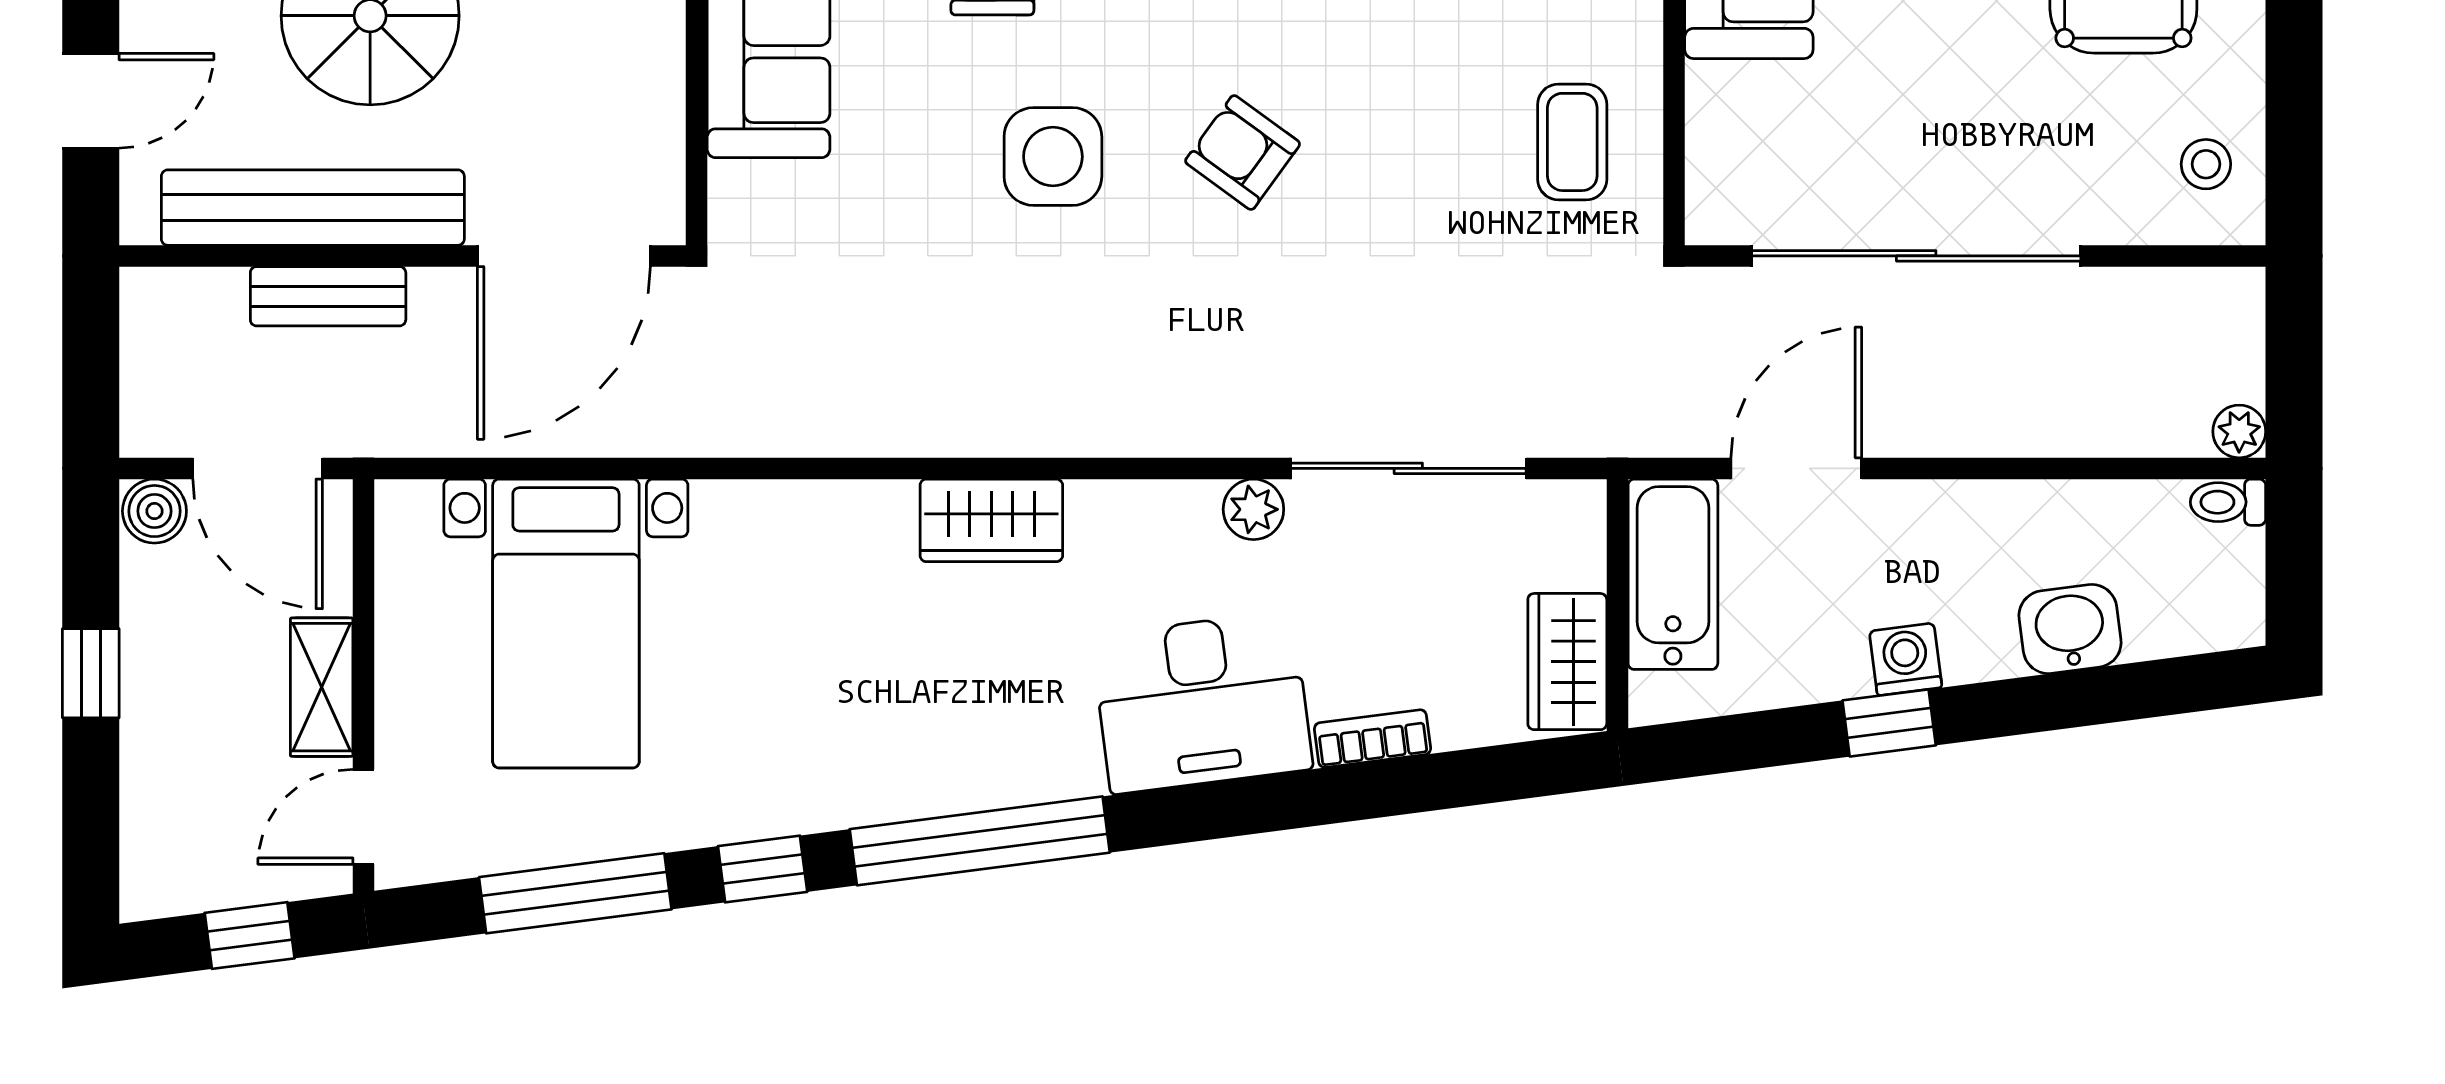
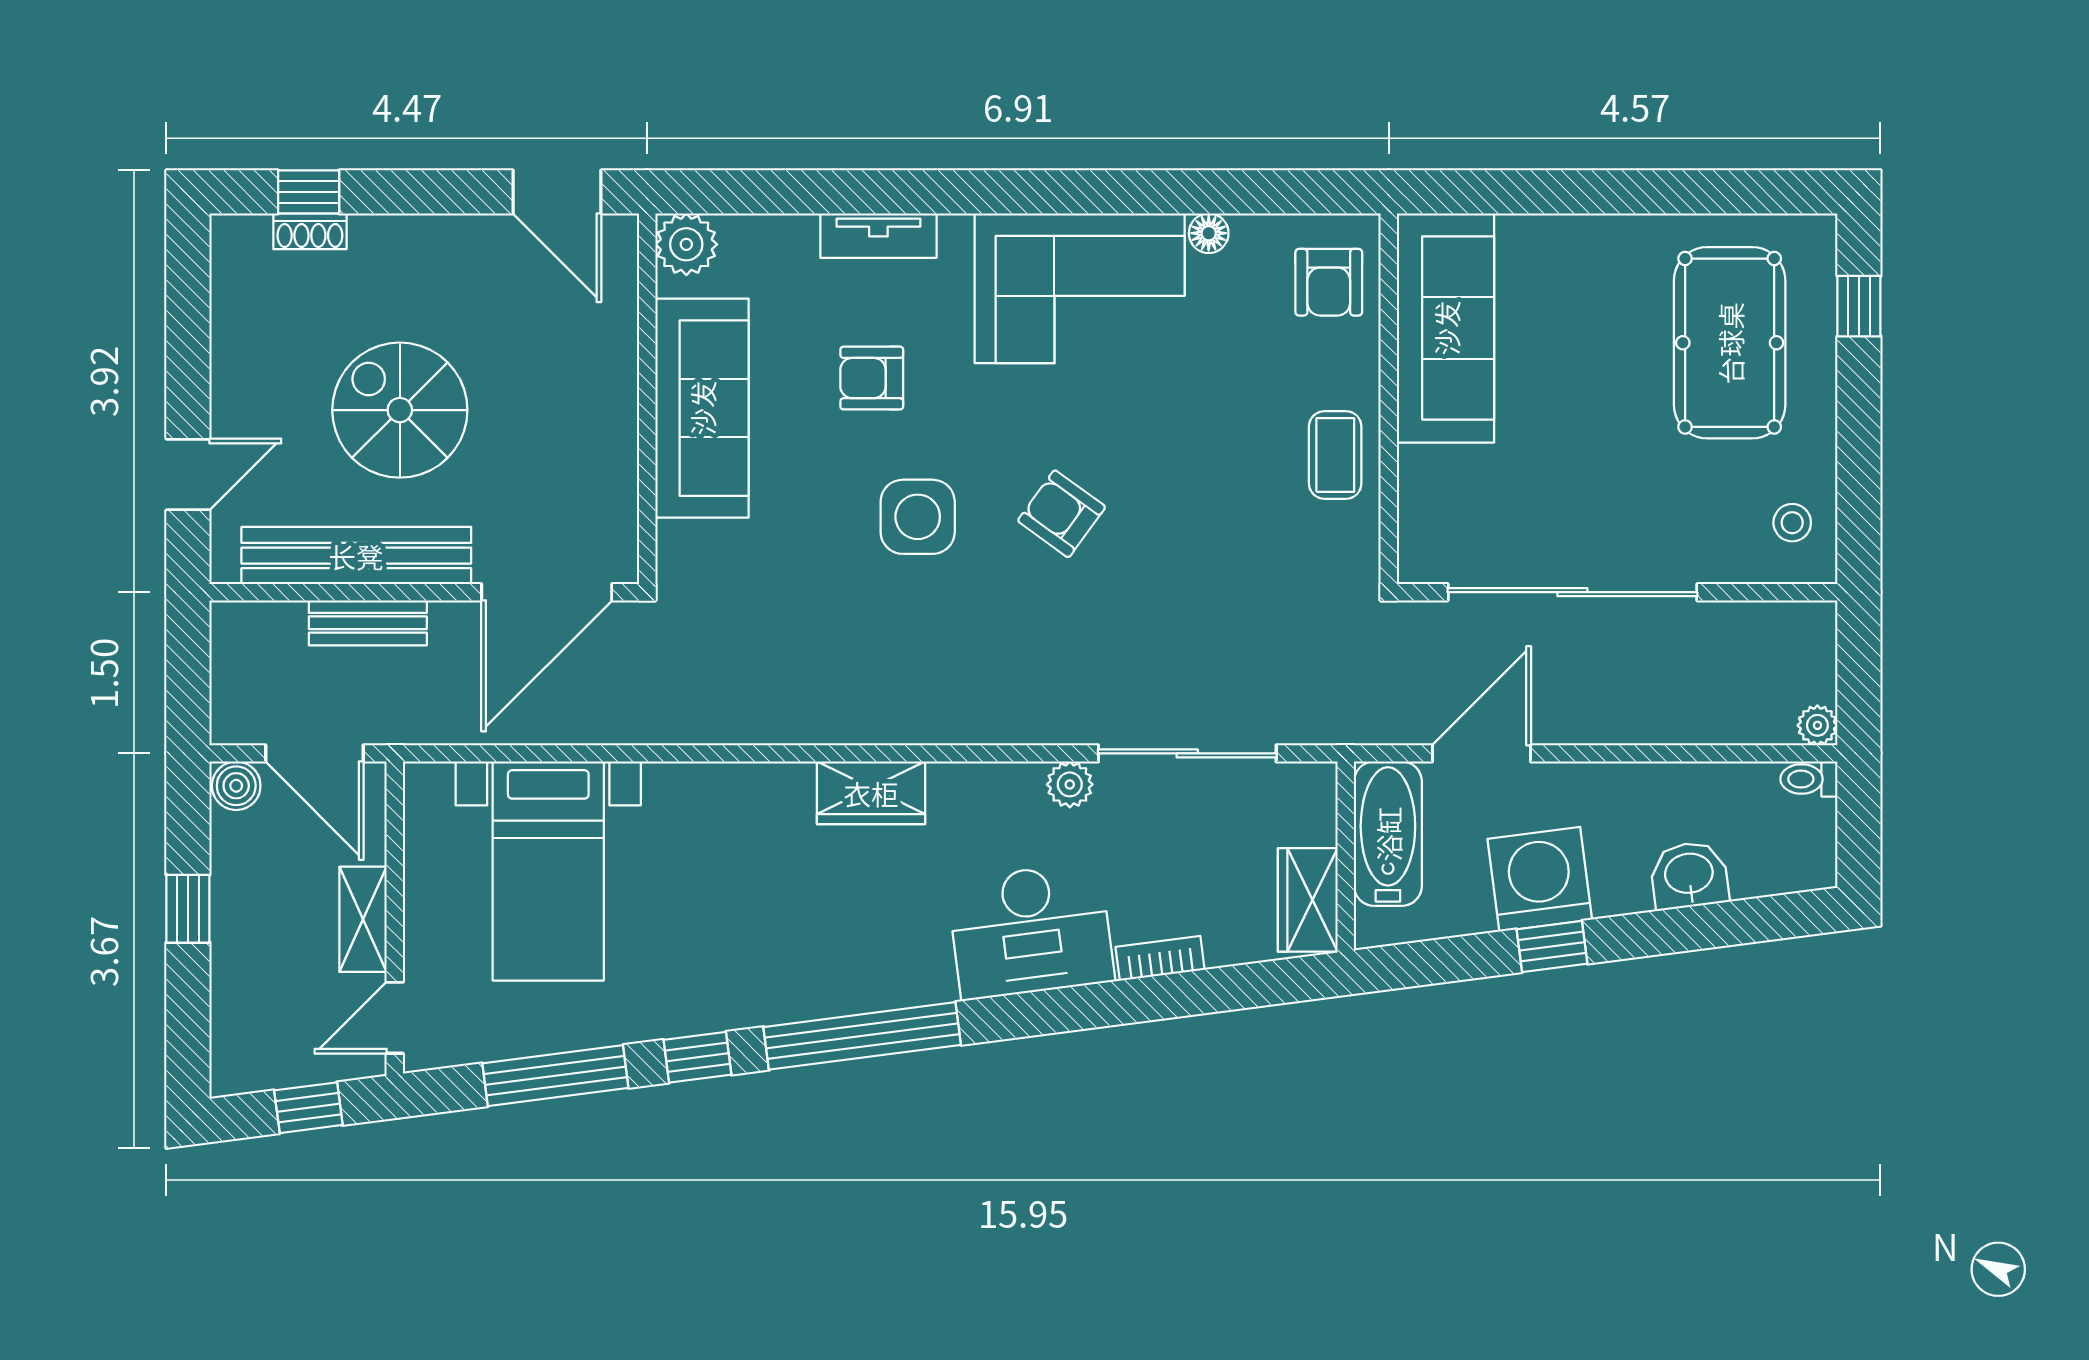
coffee table: (1572, 142) -> (1335, 455), moved
washing machine: (1906, 659) -> (1540, 879), width x1.89, depth x1.89

